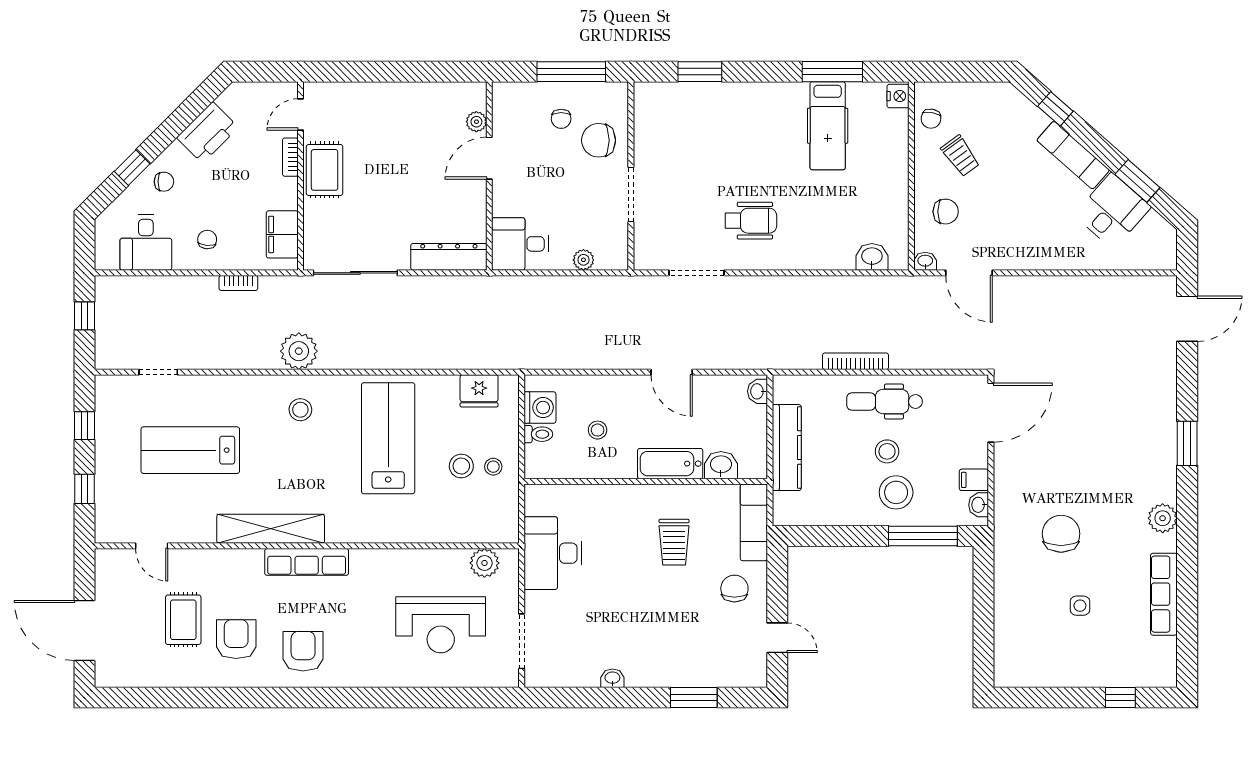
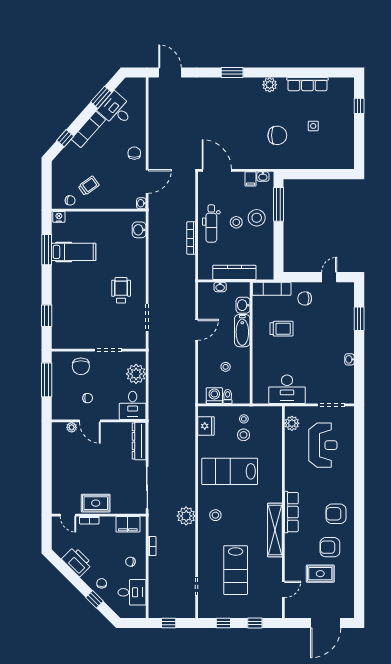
chair: (561, 119) -> (88, 398), moved
chair: (946, 212) -> (134, 153), moved
plant: (583, 260) -> (136, 374), width x1.88, depth x1.88
washbasin: (758, 391) -> (220, 287), moved
chair: (1061, 534) -> (277, 135), turned 180

